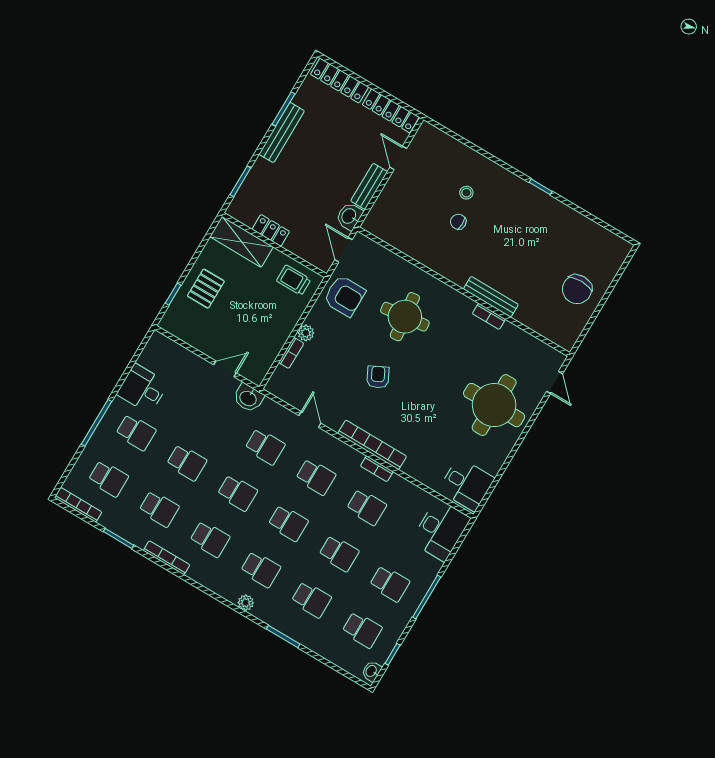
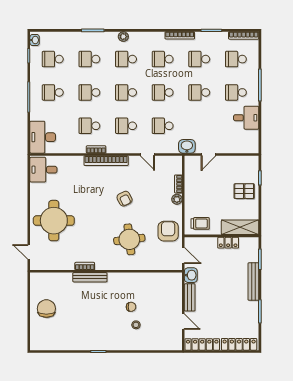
bench: (282, 133) -> (253, 282), moved
pallet: (206, 289) -> (244, 191), turned 90
armchair: (344, 296) -> (168, 231), turned 90

